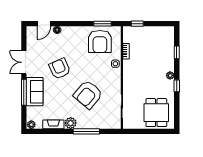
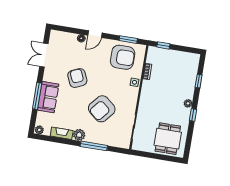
door: (44, 24) -> (95, 34), moved
armchair: (100, 42) -> (123, 57), turned -90
double door: (24, 62) -> (44, 55), moved

